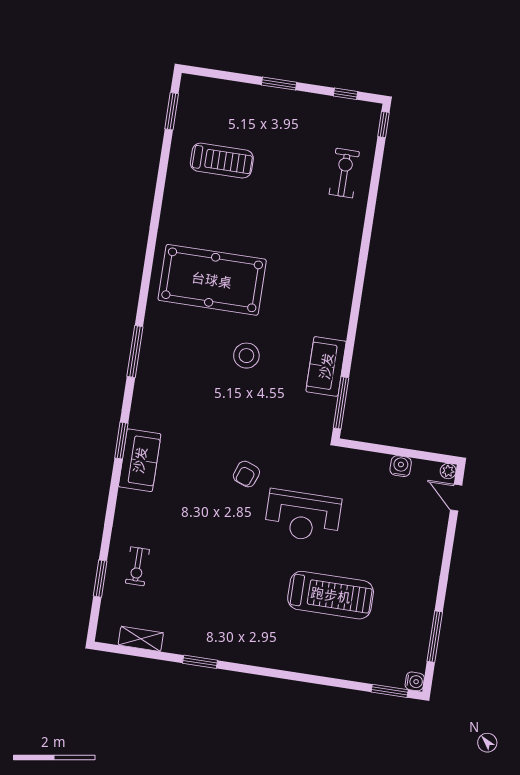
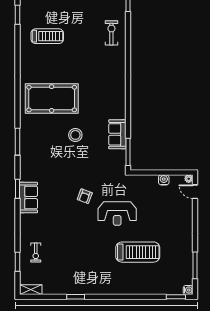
shelving: (141, 639) -> (31, 290), moved

